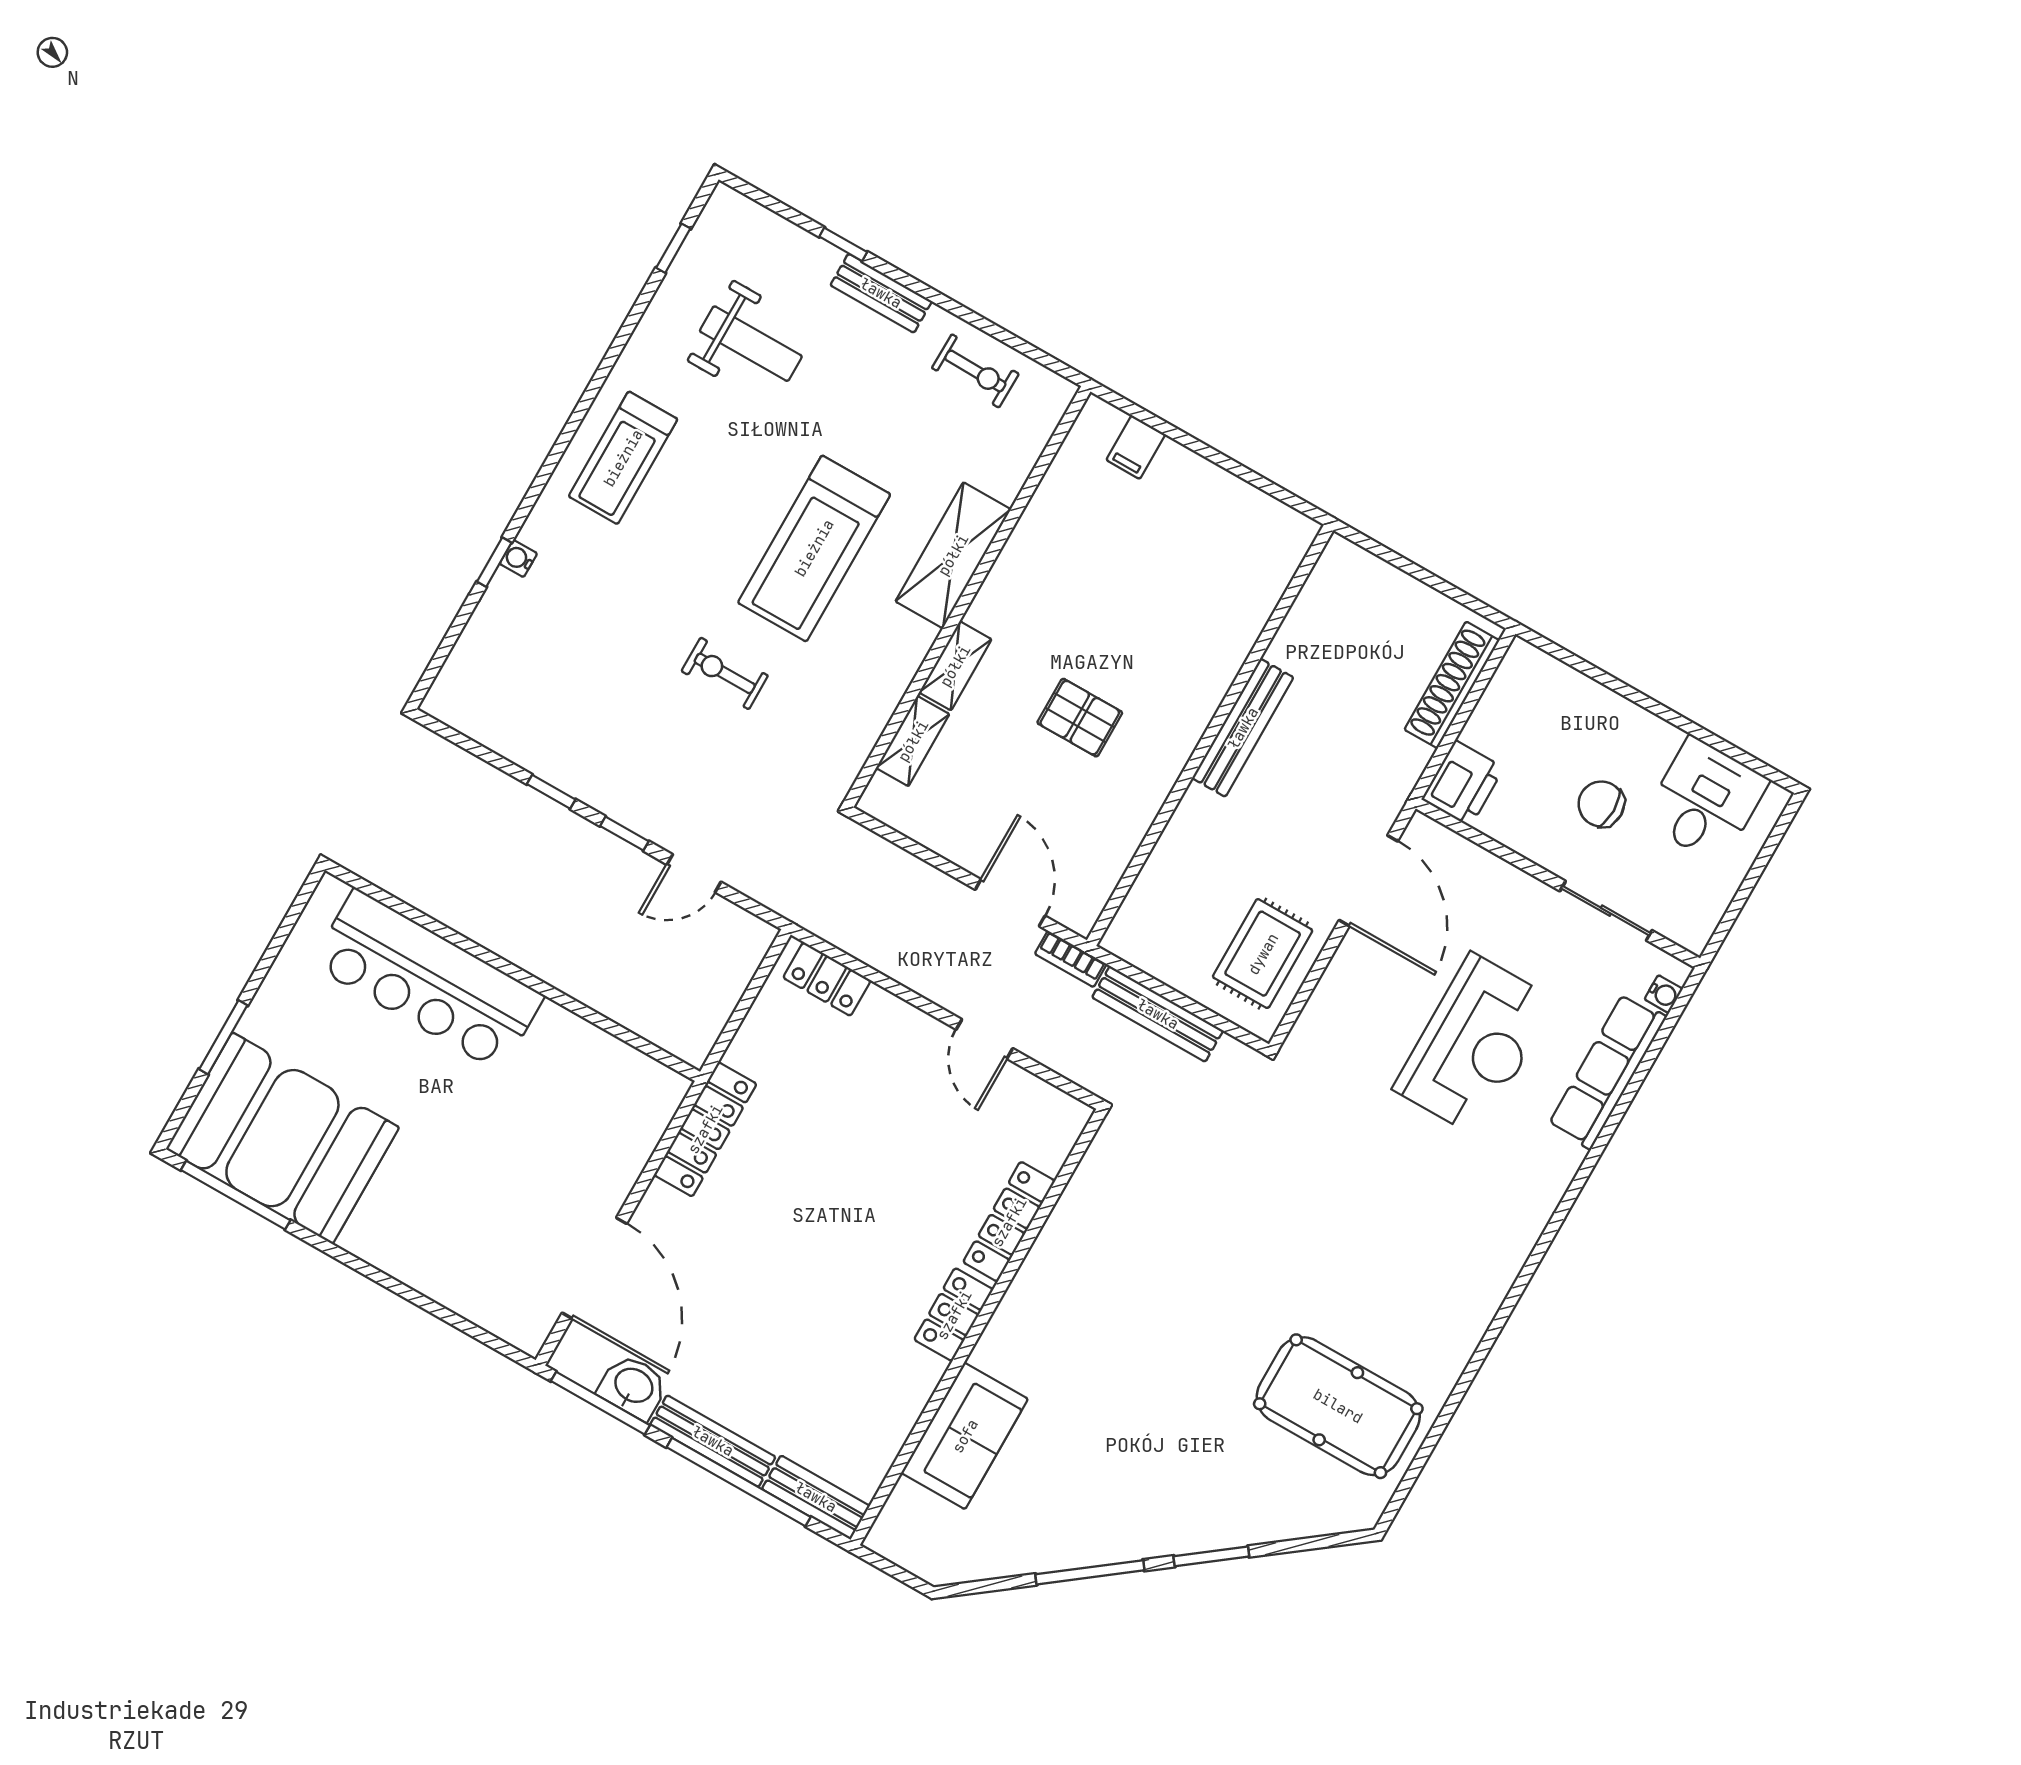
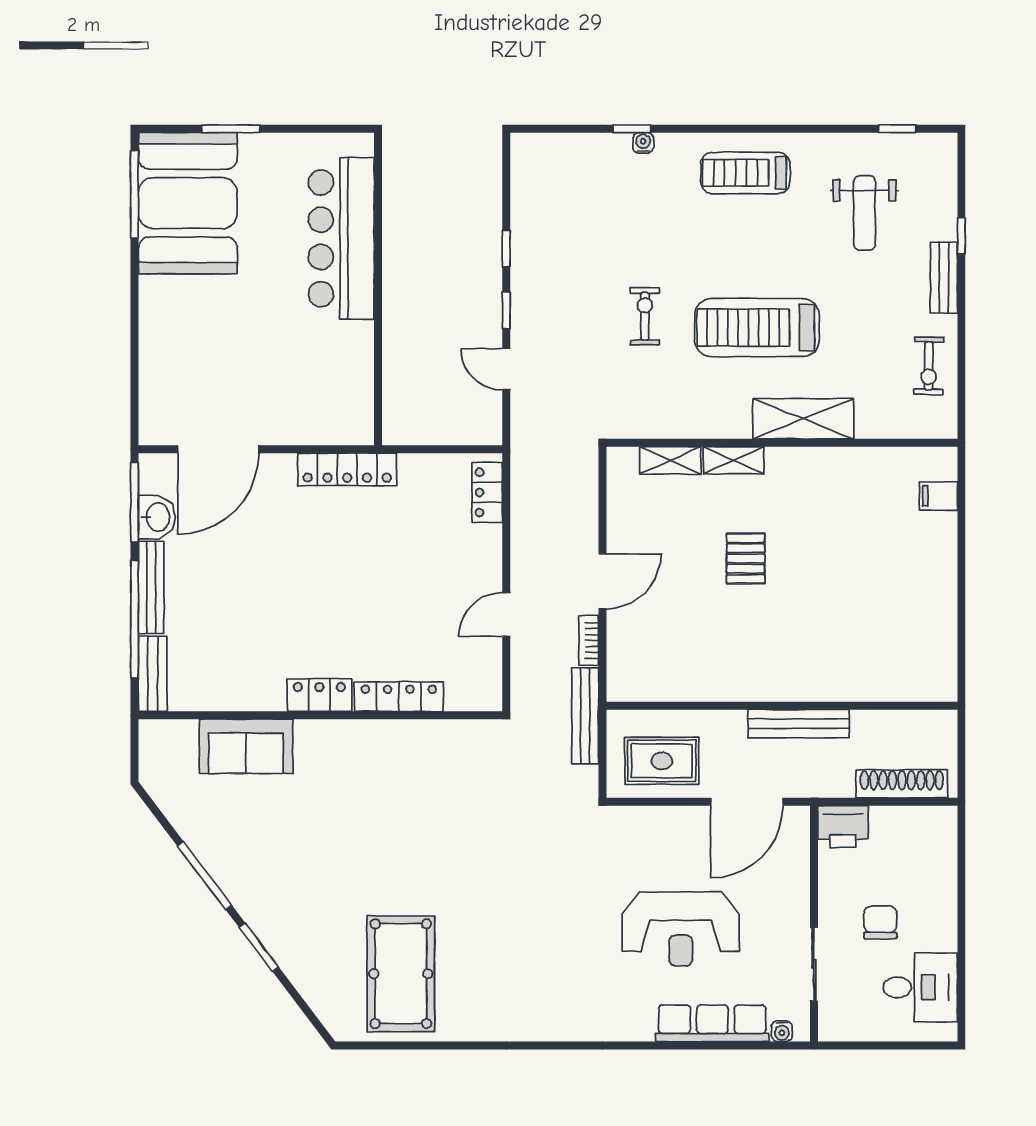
bench: (1243, 728) -> (799, 724), moved
wall: (1210, 735) -> (782, 706), moved

